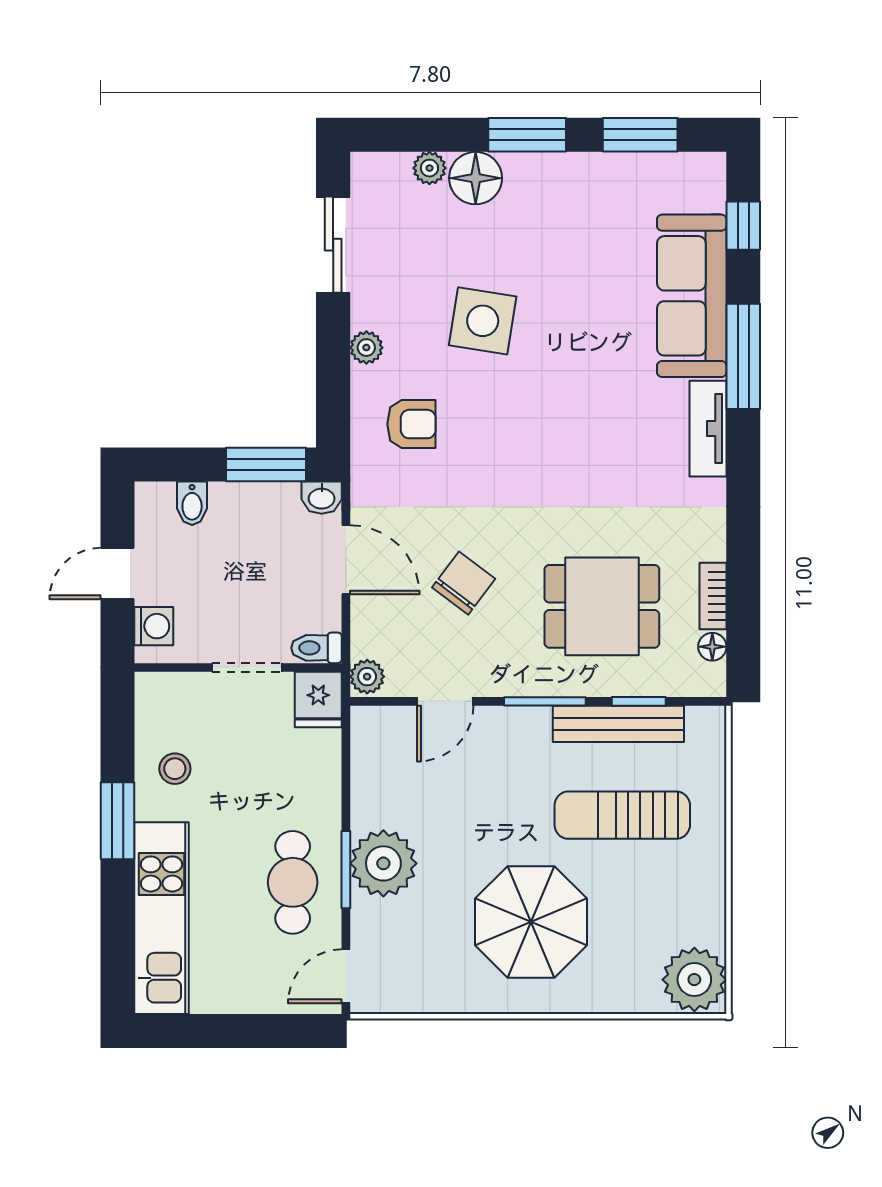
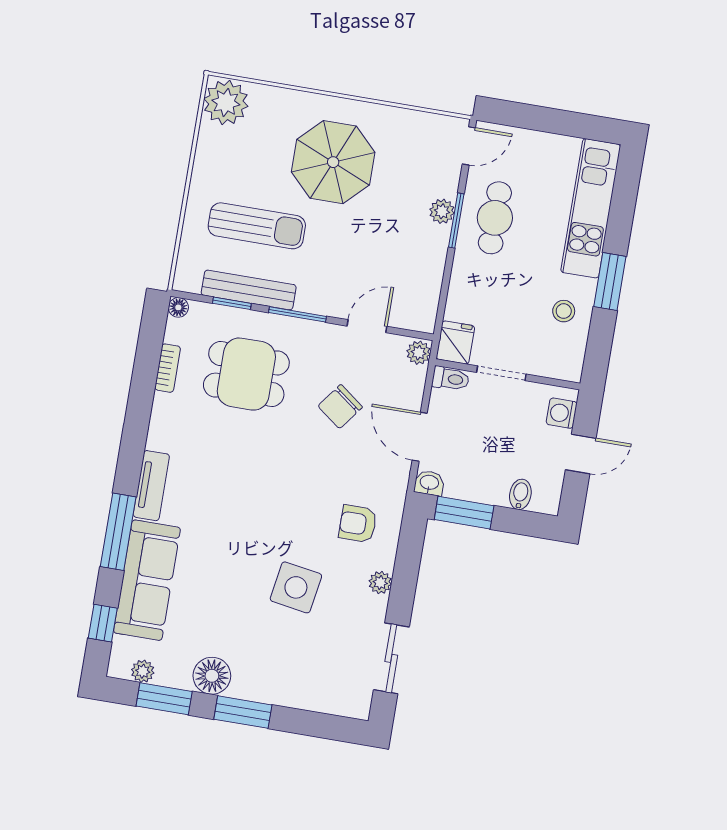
plant: (429, 168) -> (143, 671), moved
floor lamp: (476, 178) -> (212, 676), moved
floor lamp: (712, 647) -> (178, 307), moved
plant: (383, 863) -> (442, 211), width x0.53, depth x0.53

